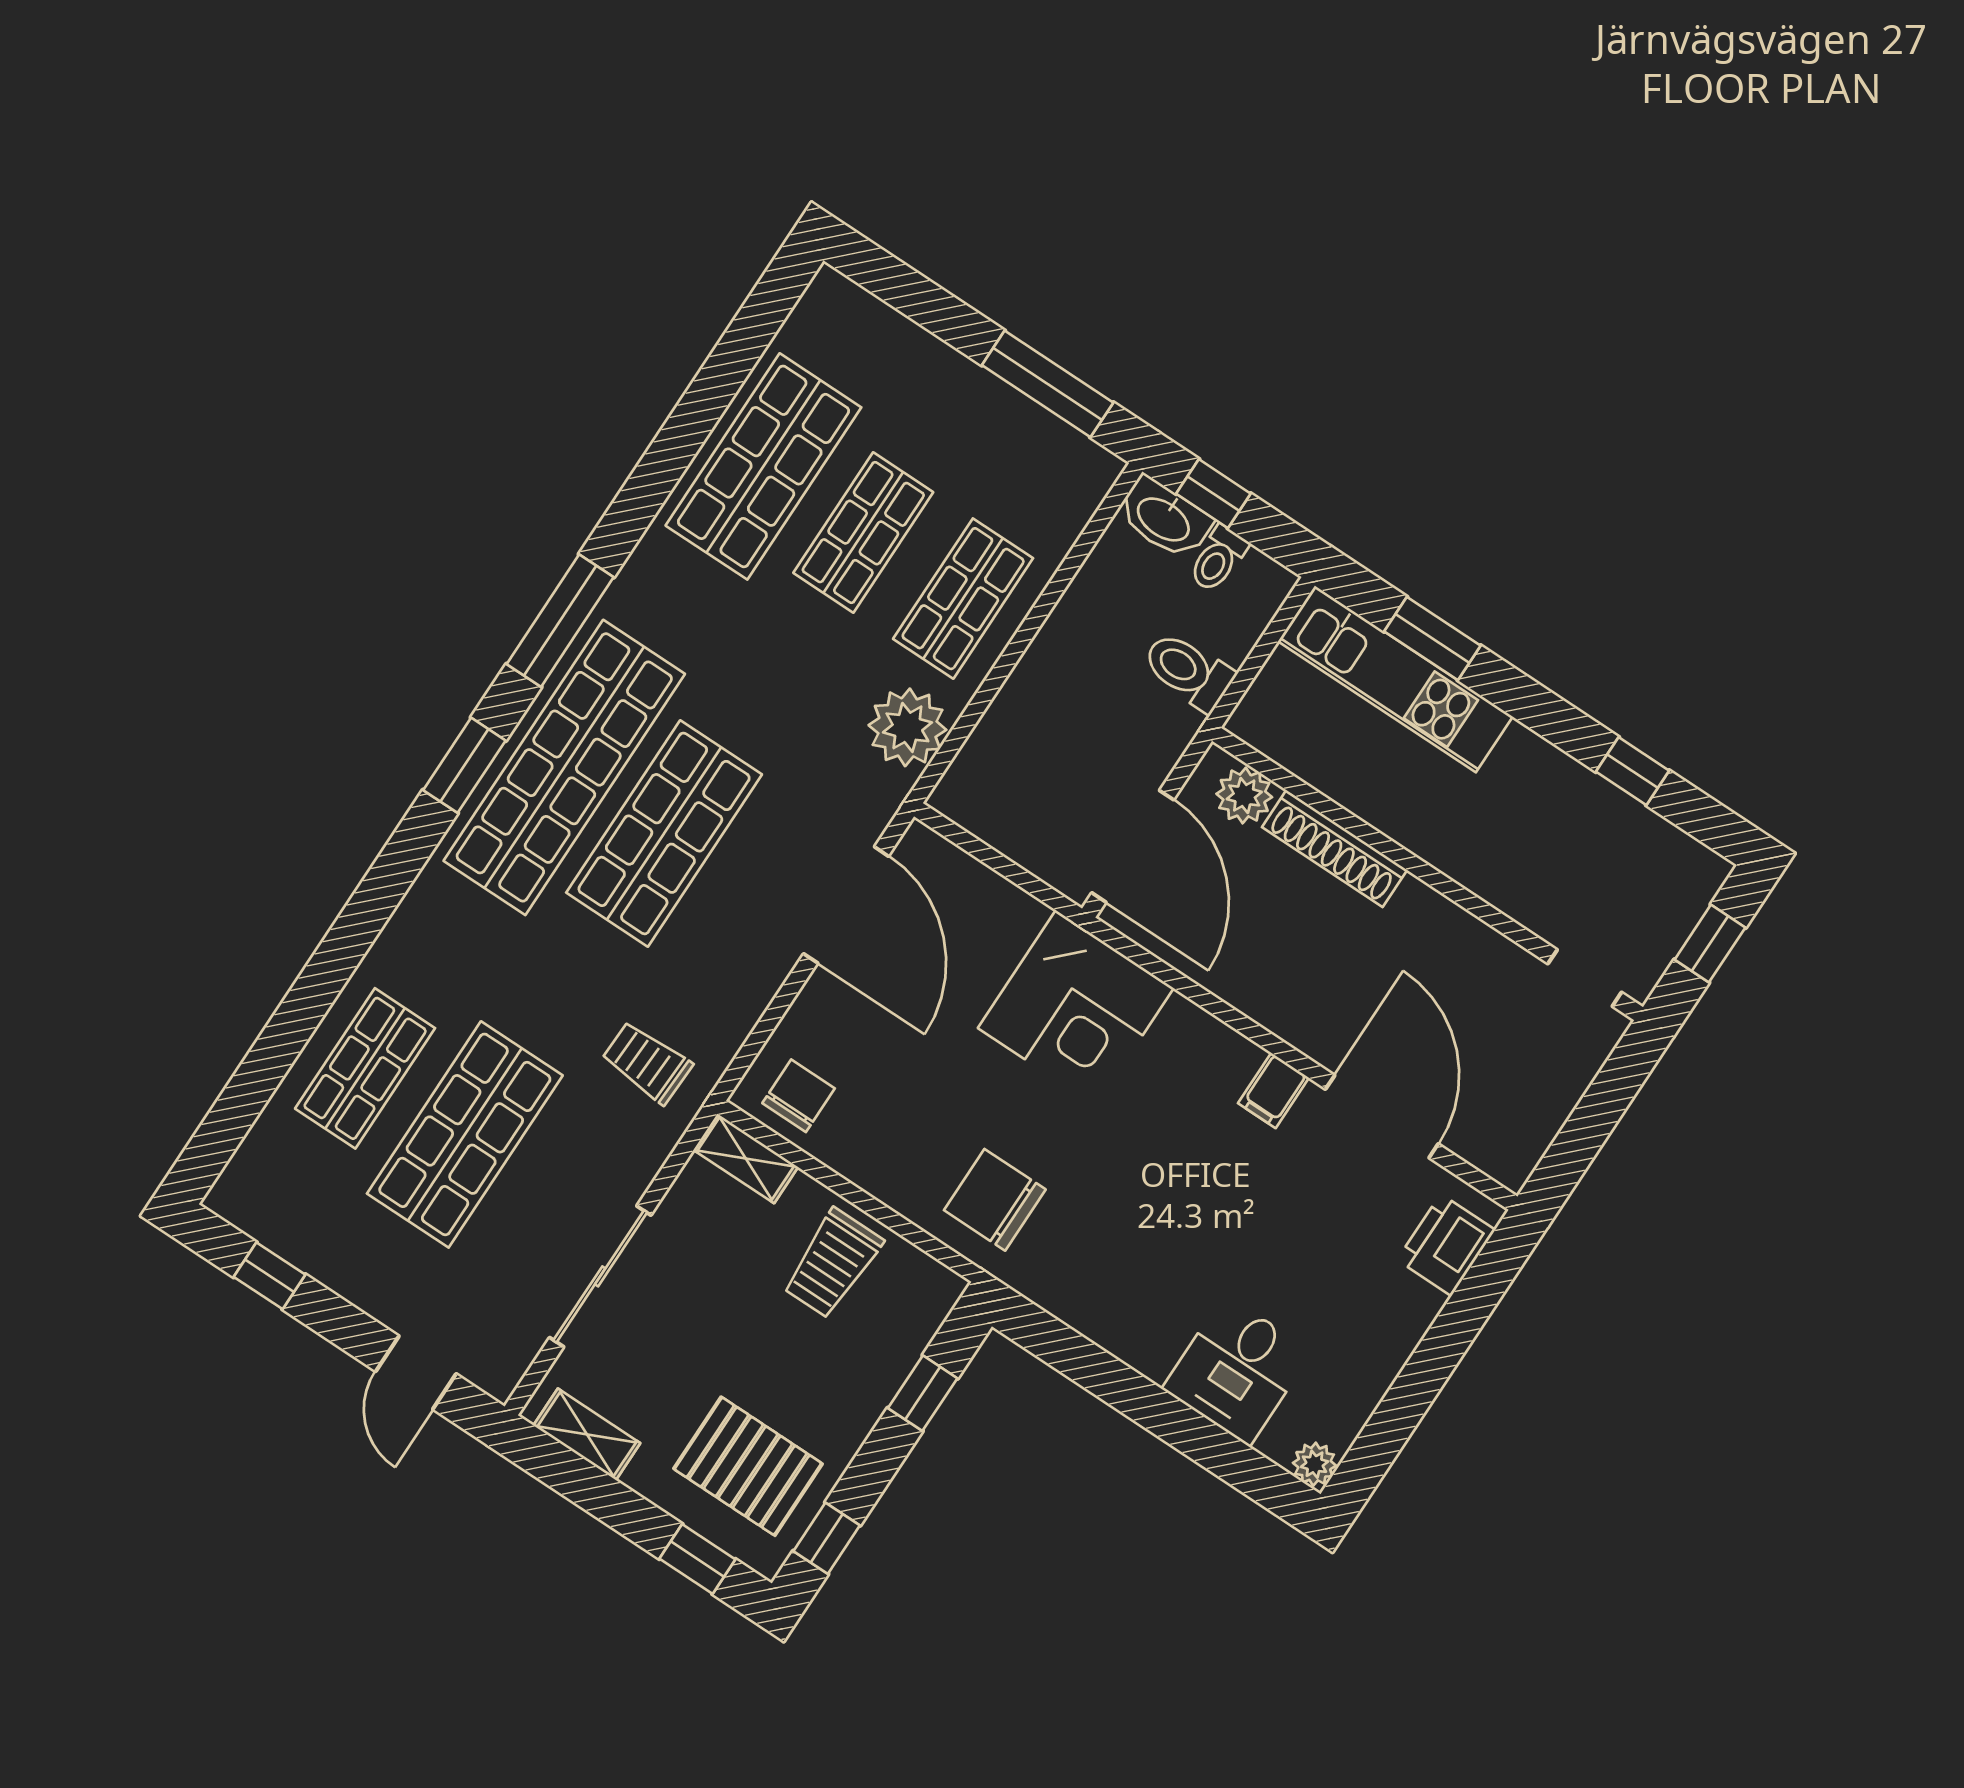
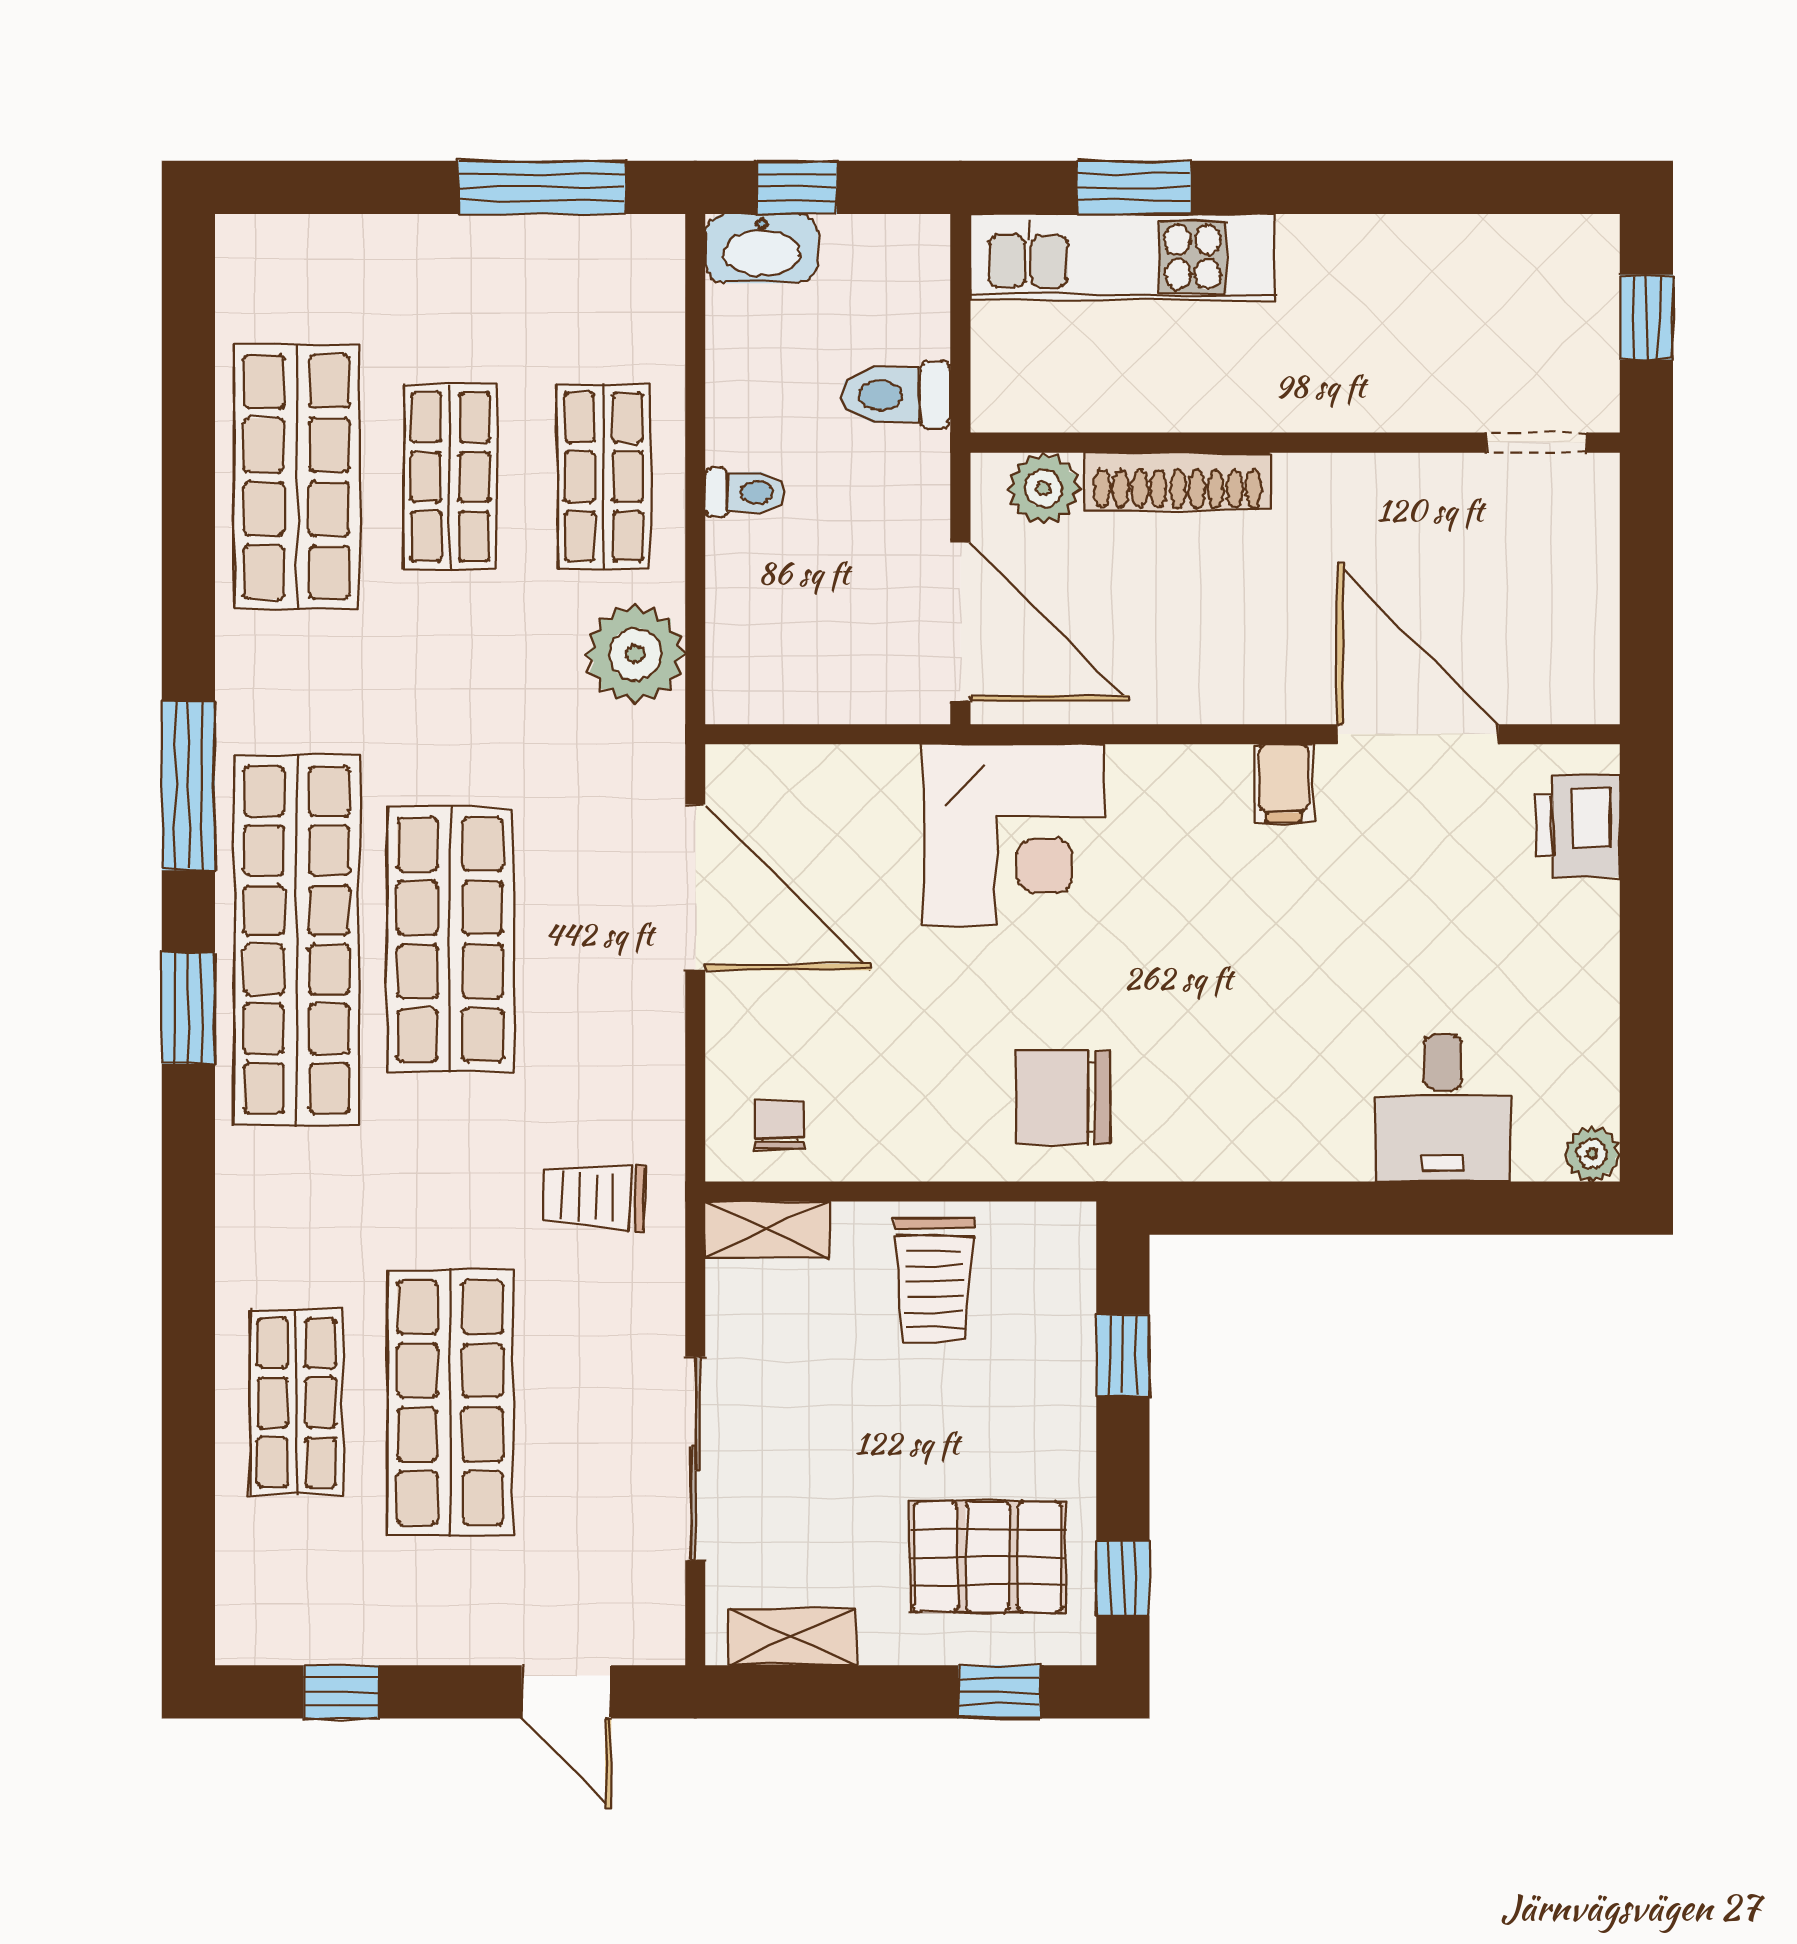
toilet: (1218, 559) -> (745, 492), moved, turned -90
window: (1633, 771) -> (1442, 187), removed
chair: (799, 1096) -> (780, 1125), width x0.73, depth x0.73

